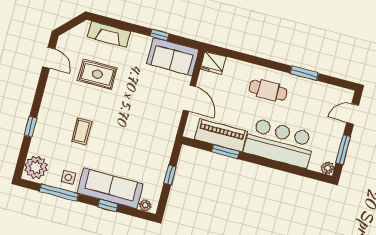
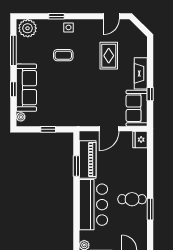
fireplace: (109, 34) -> (141, 73), moved
cafe table: (268, 90) -> (132, 199), moved, turned 90
side table: (68, 177) -> (69, 27), moved

